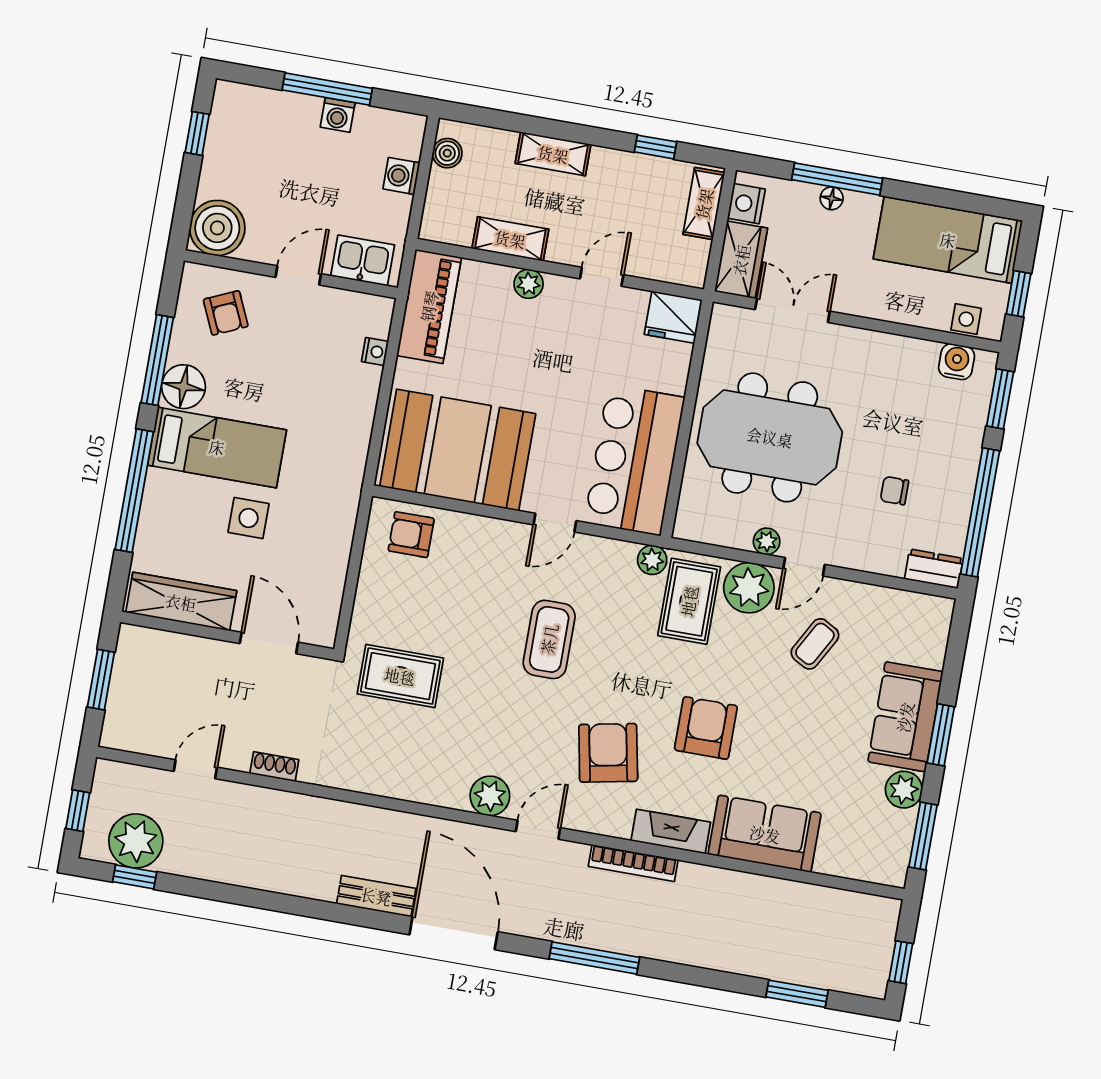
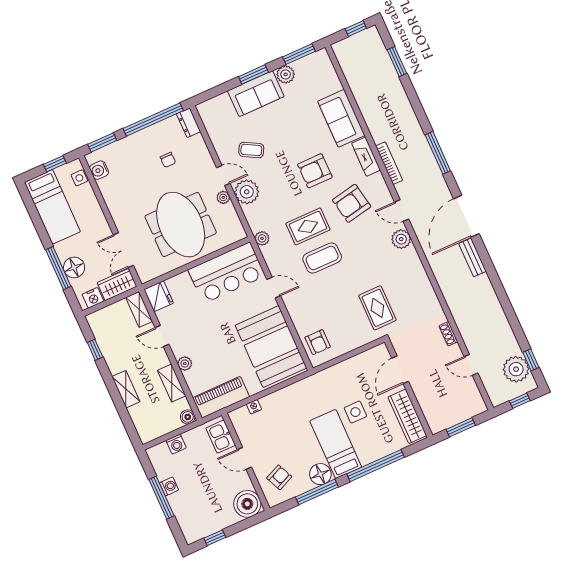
boiler: (447, 153) -> (188, 417), moved
floor lamp: (832, 198) -> (74, 267), width x1.89, depth x1.89
shelving: (704, 204) -> (139, 309), moved, turned 90
rug: (689, 601) -> (308, 226), moved

